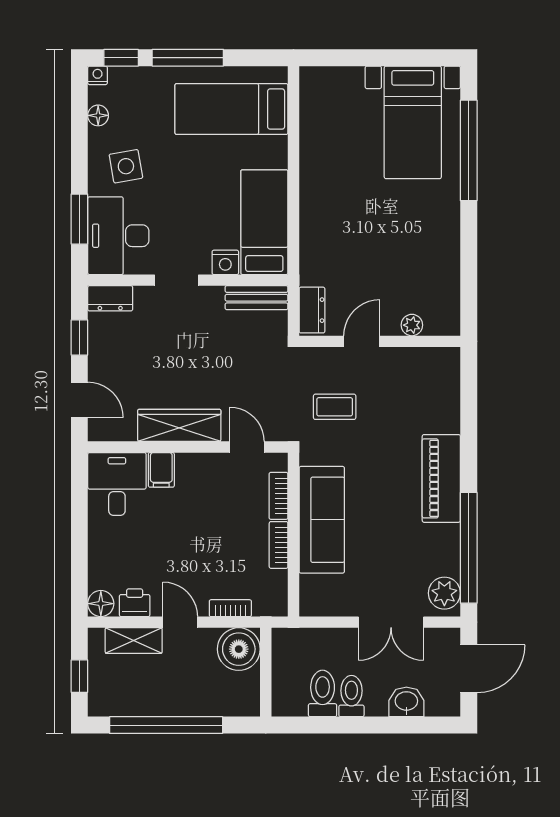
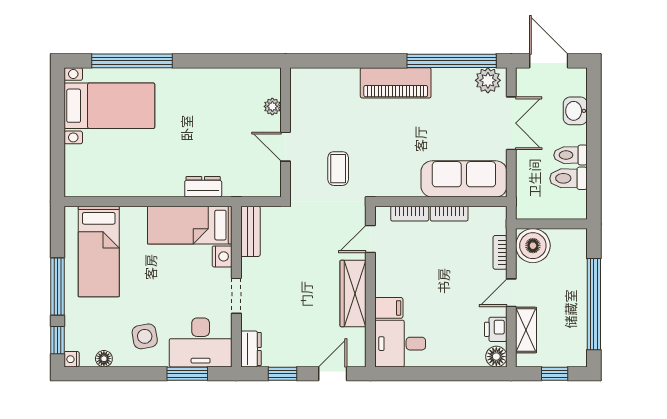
dresser: (312, 310) -> (203, 187), moved
sofa: (322, 520) -> (464, 179), moved

